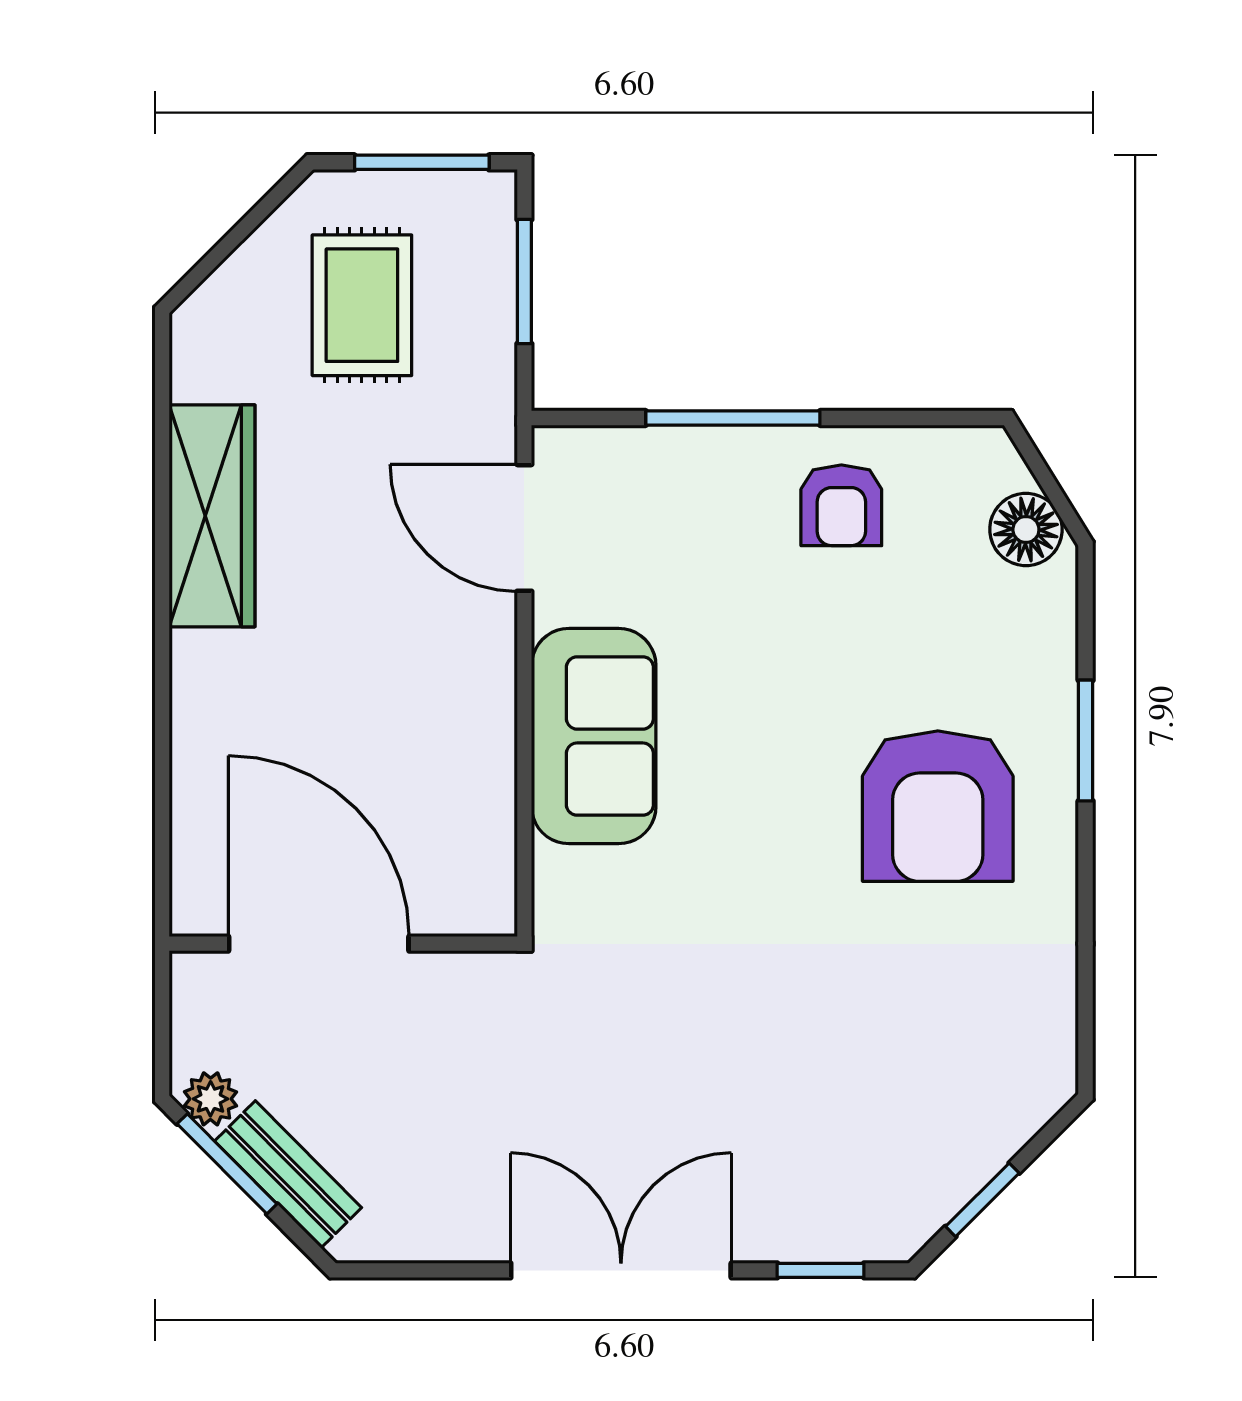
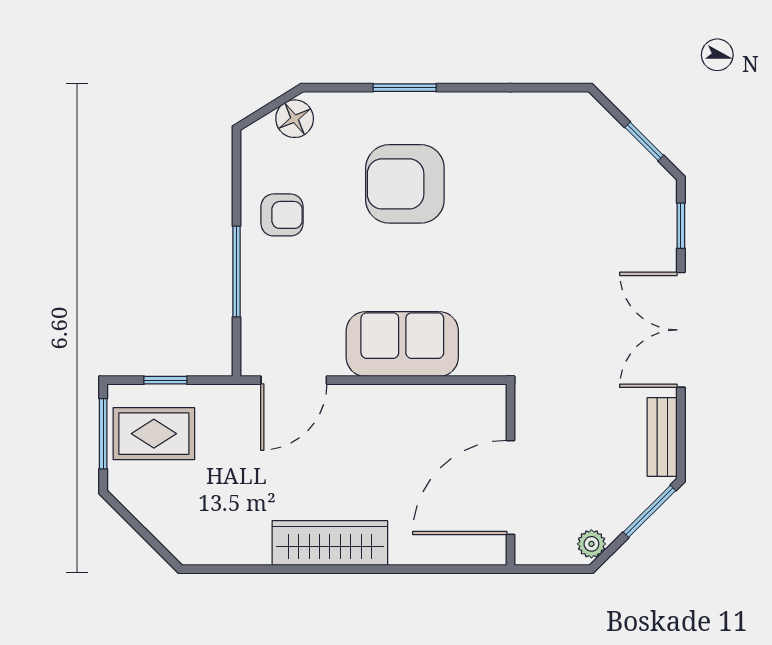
window: (524, 282) -> (165, 380), width x0.67
rug: (362, 305) -> (154, 434), moved
wardrobe: (212, 516) -> (330, 543), moved
armchair: (938, 806) -> (405, 184), moved, turned 180
window: (227, 1164) -> (649, 511), moved
bench: (288, 1174) -> (662, 437), moved, turned -45

